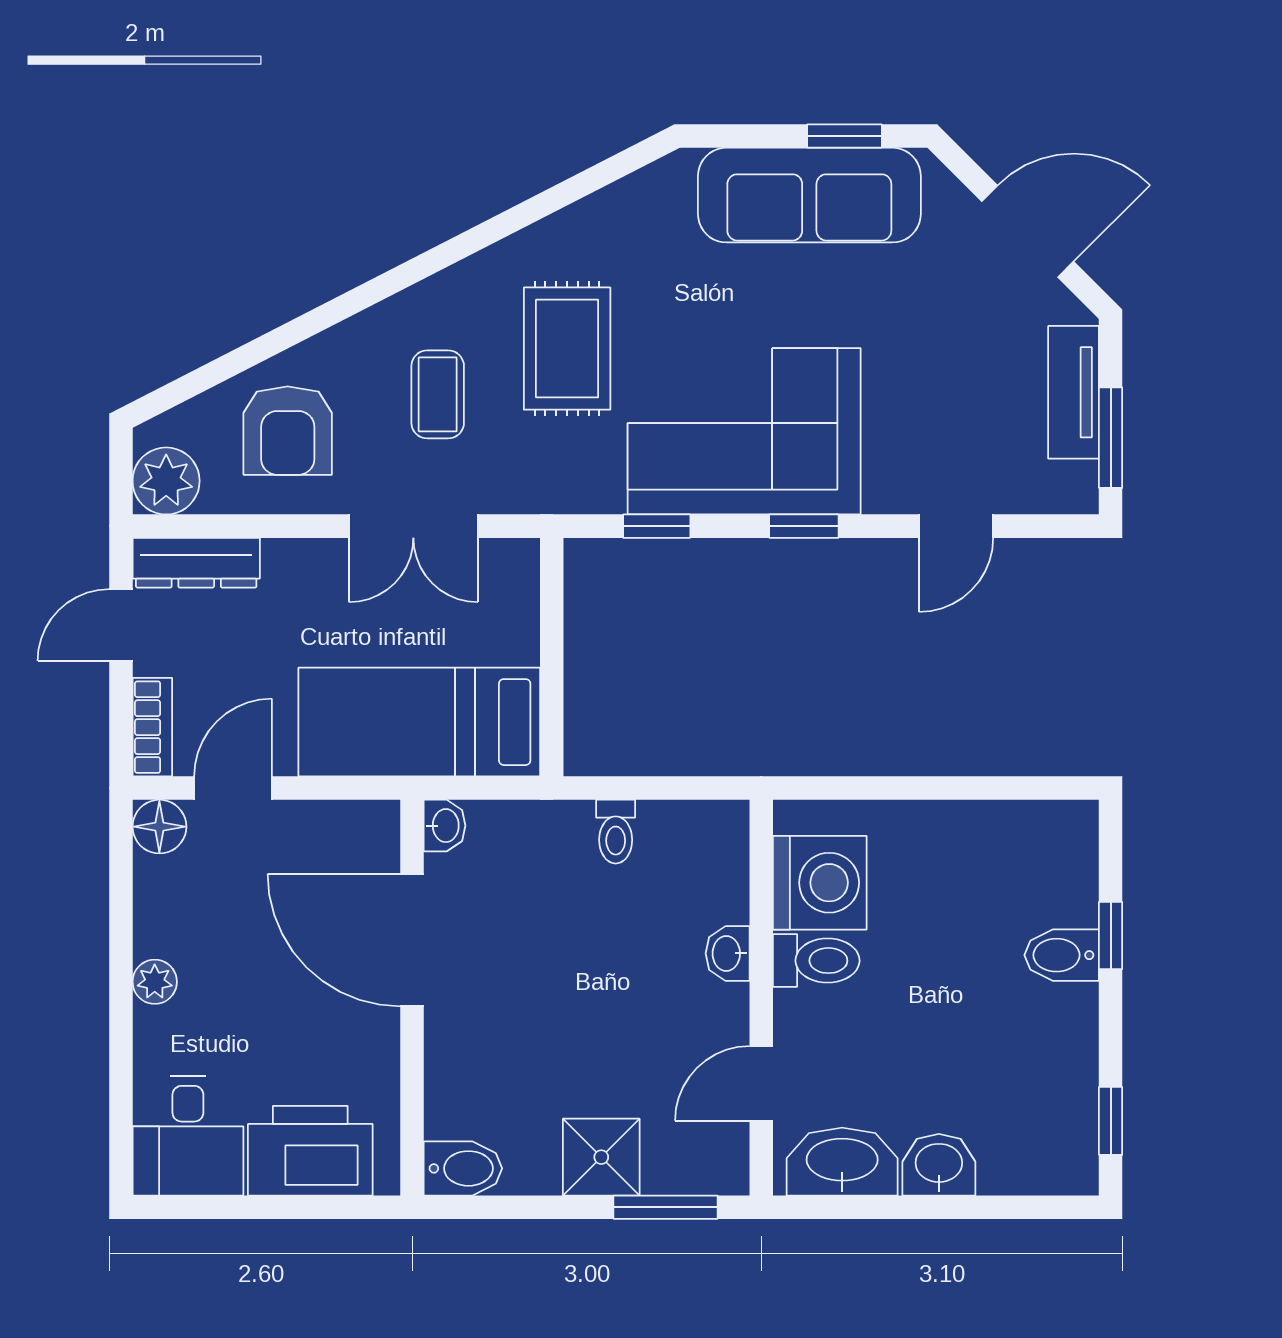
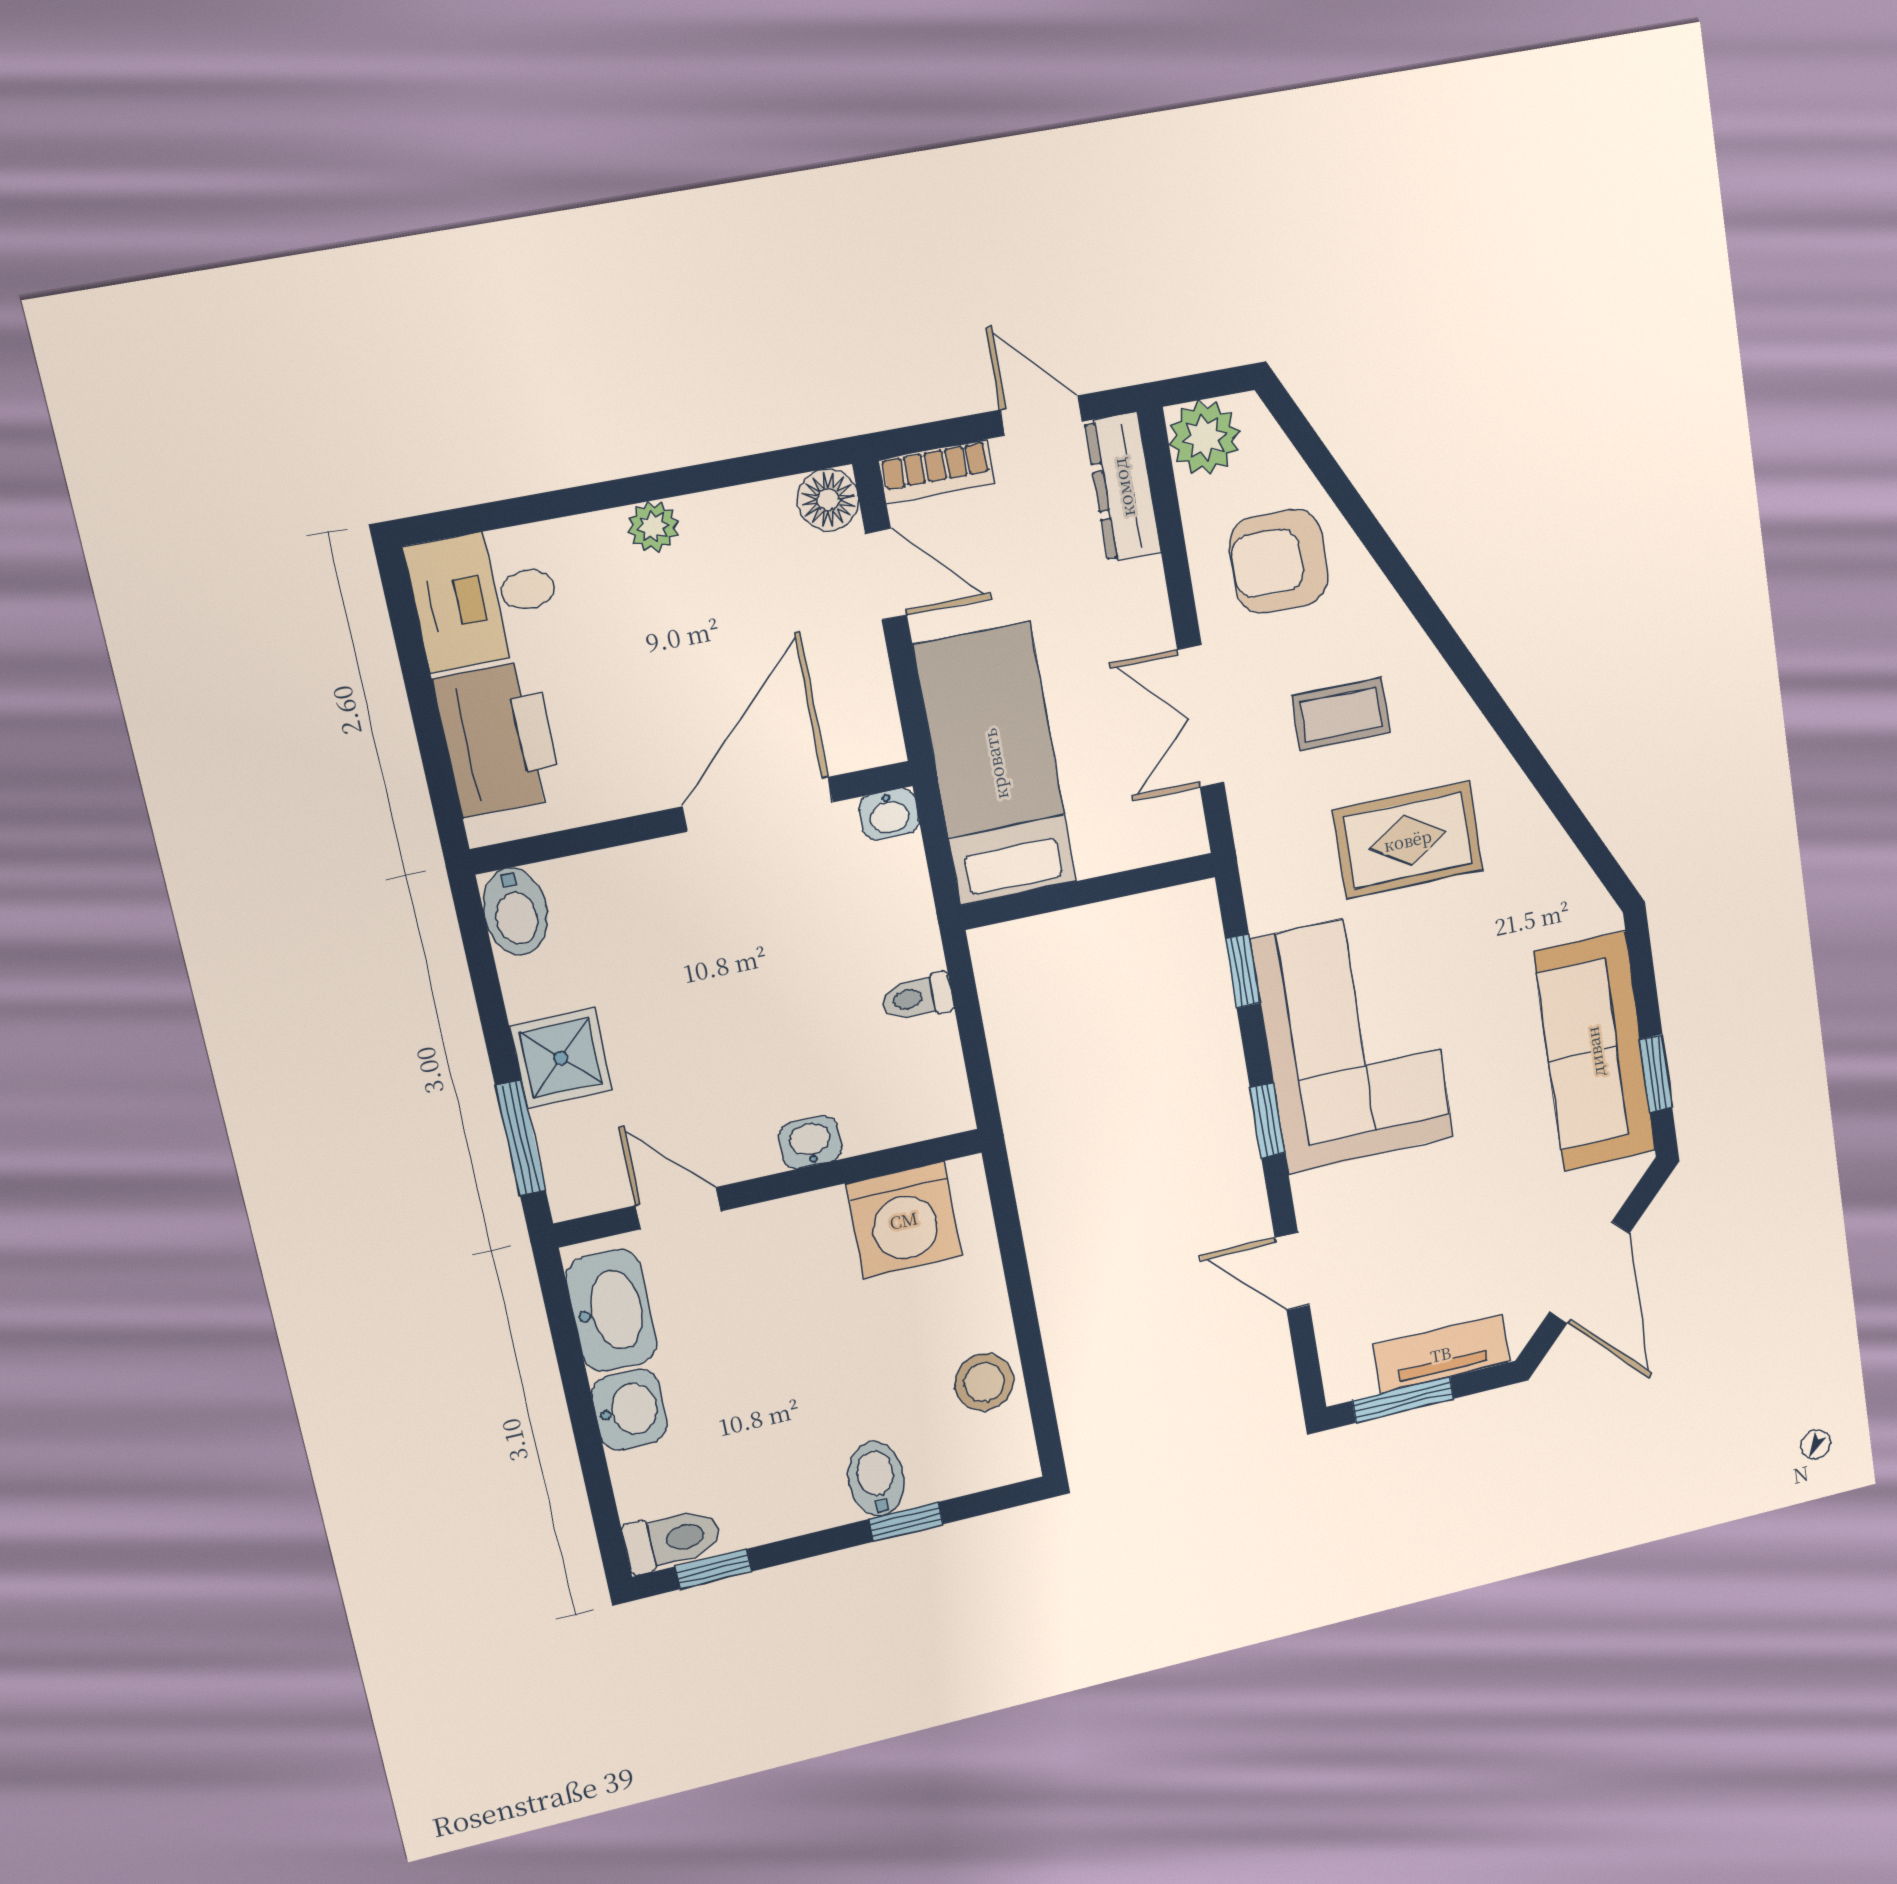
stool: (993, 838) -> (984, 1382), added
toilet: (816, 961) -> (672, 1540), moved, turned -90

